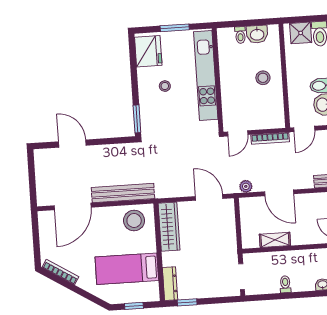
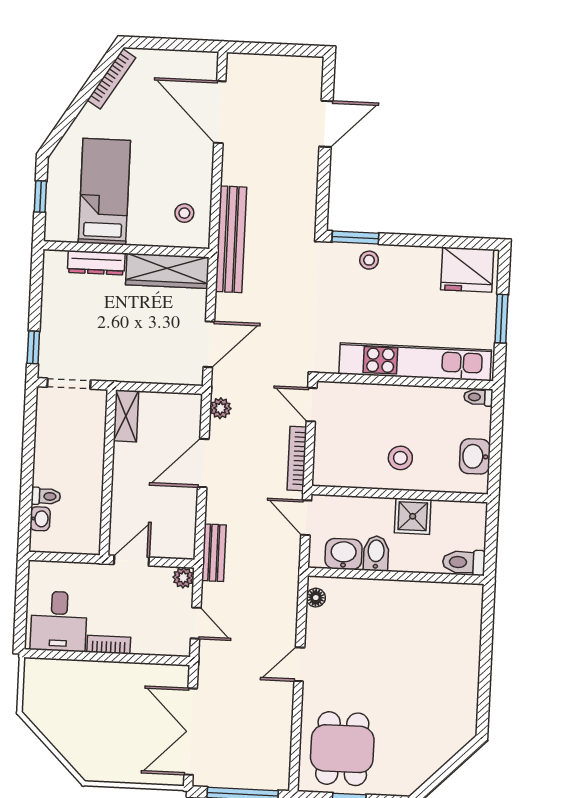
shower: (301, 33) -> (413, 516), moved
toilet: (240, 35) -> (478, 397), moved
stool: (165, 86) -> (369, 260), moved
bench: (123, 193) -> (231, 239), moved
stool: (134, 221) -> (184, 213), width x0.53, depth x0.53
shelving: (275, 240) -> (126, 416), moved
dresser: (170, 284) -> (96, 263), moved
toilet: (285, 284) -> (46, 496), moved
window: (187, 302) -> (33, 347), moved

